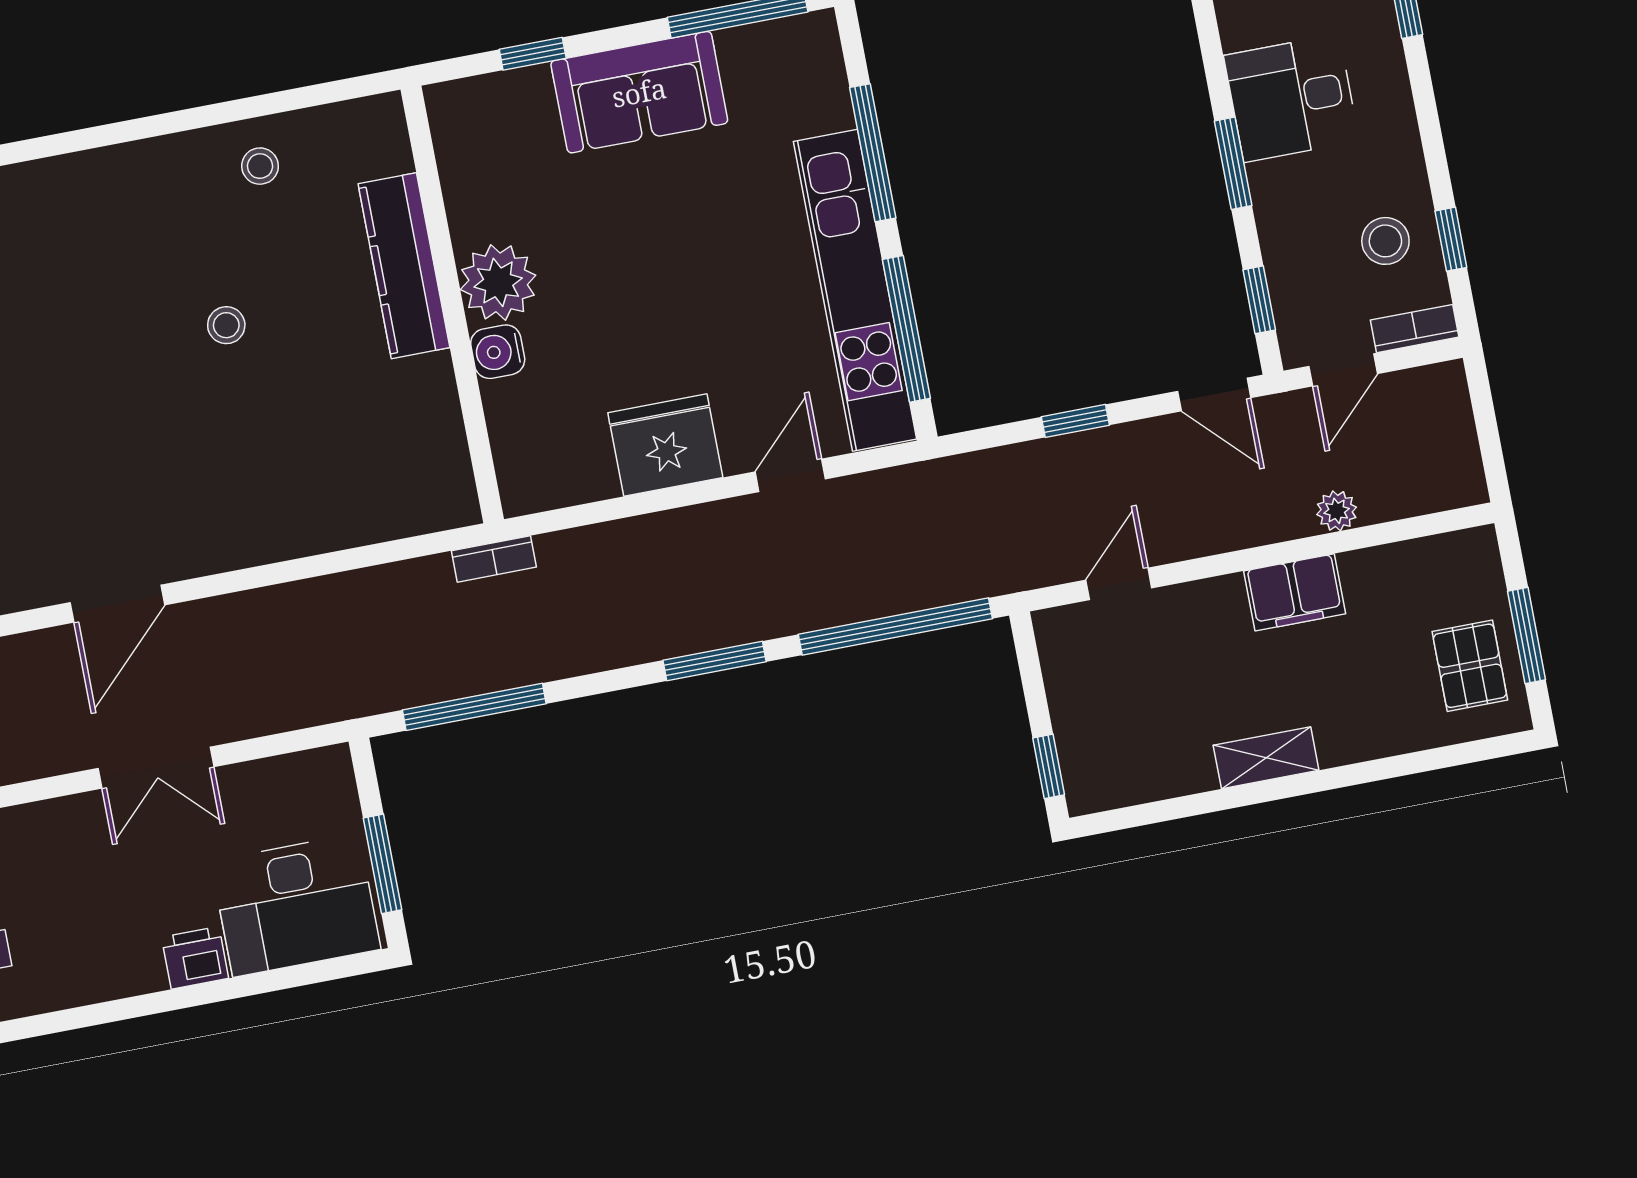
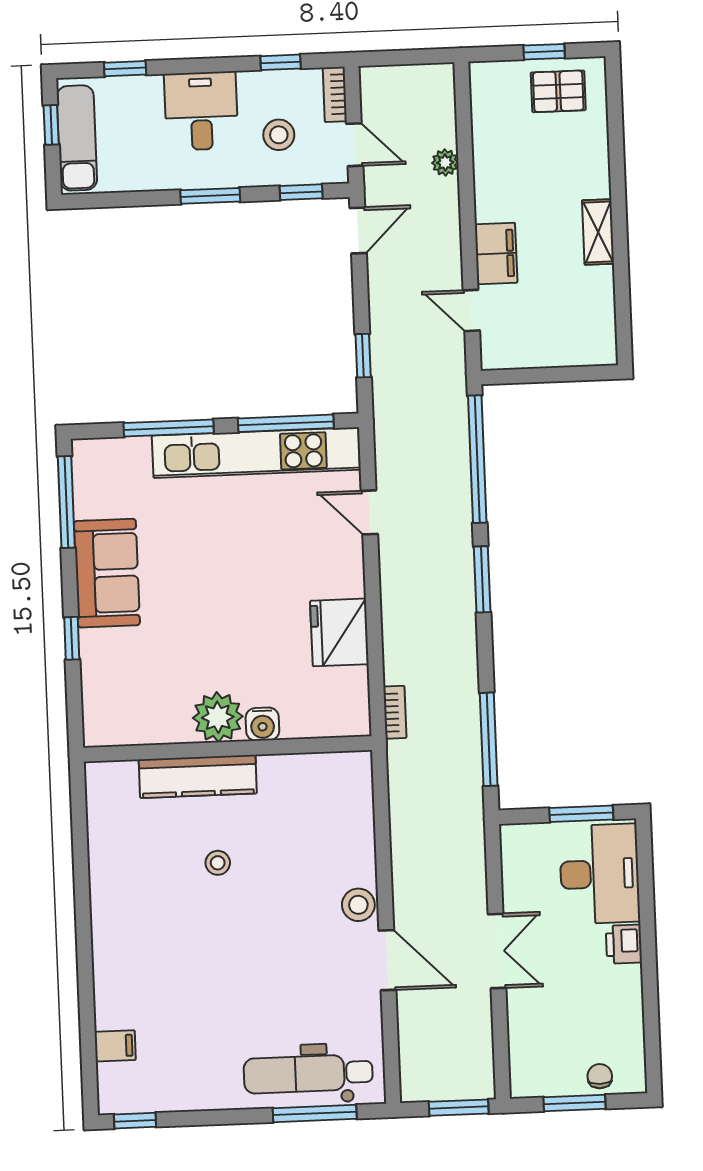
desk: (1291, 98) -> (201, 111), moved, turned 180
stool: (260, 166) -> (358, 905), moved, width x1.37, depth x1.37
stool: (1385, 241) -> (279, 135), moved
kitchen counter: (404, 266) -> (198, 776), moved
plant: (498, 282) -> (218, 717), moved
wall: (452, 304) -> (228, 749), moved
water cooler: (498, 352) -> (262, 724), moved
window: (1075, 421) -> (363, 356), moved
fridge: (665, 445) -> (339, 632), moved
filing cabinet: (1295, 592) -> (496, 253), moved
window: (1527, 636) -> (544, 52), width x0.67
window: (1049, 766) -> (583, 374), removed

